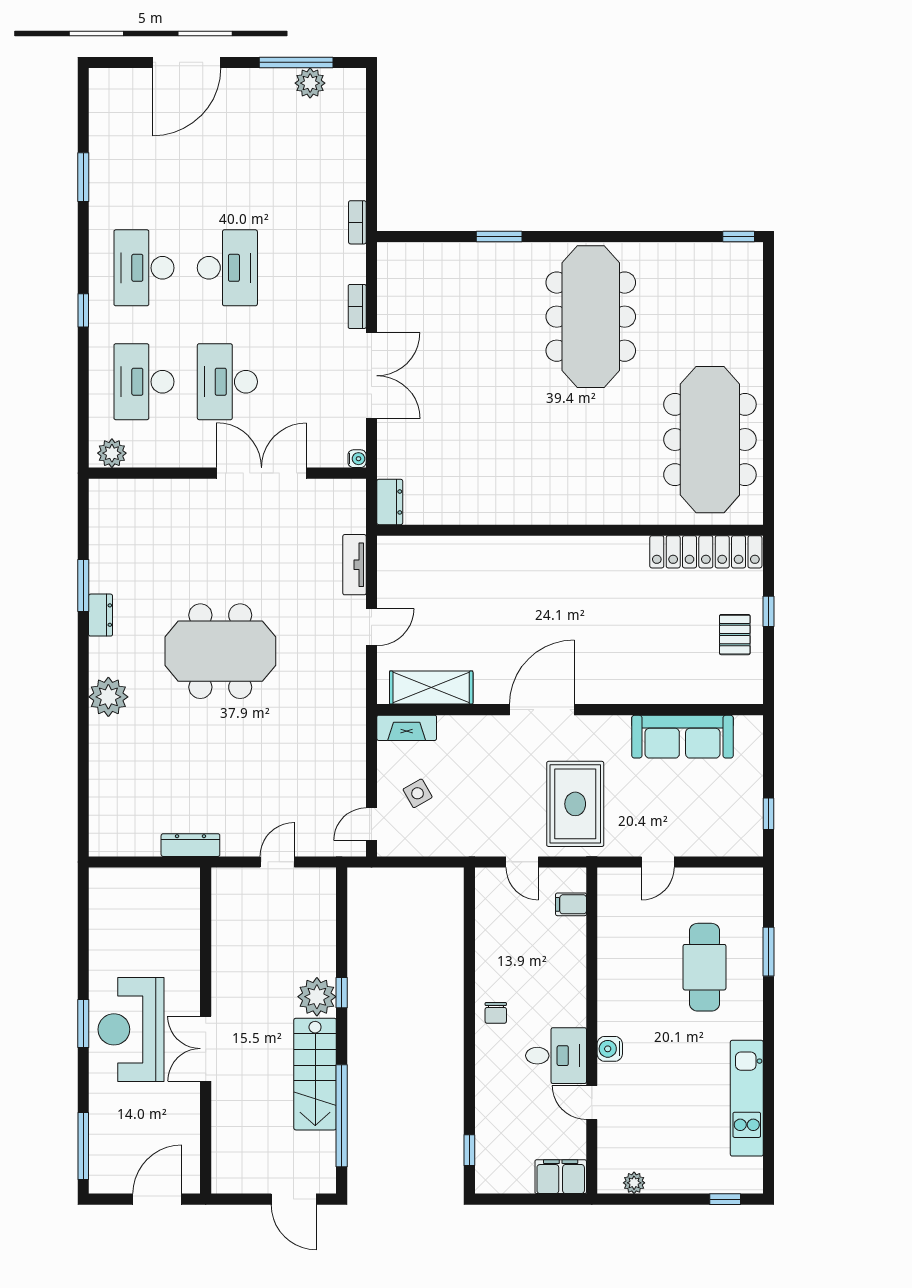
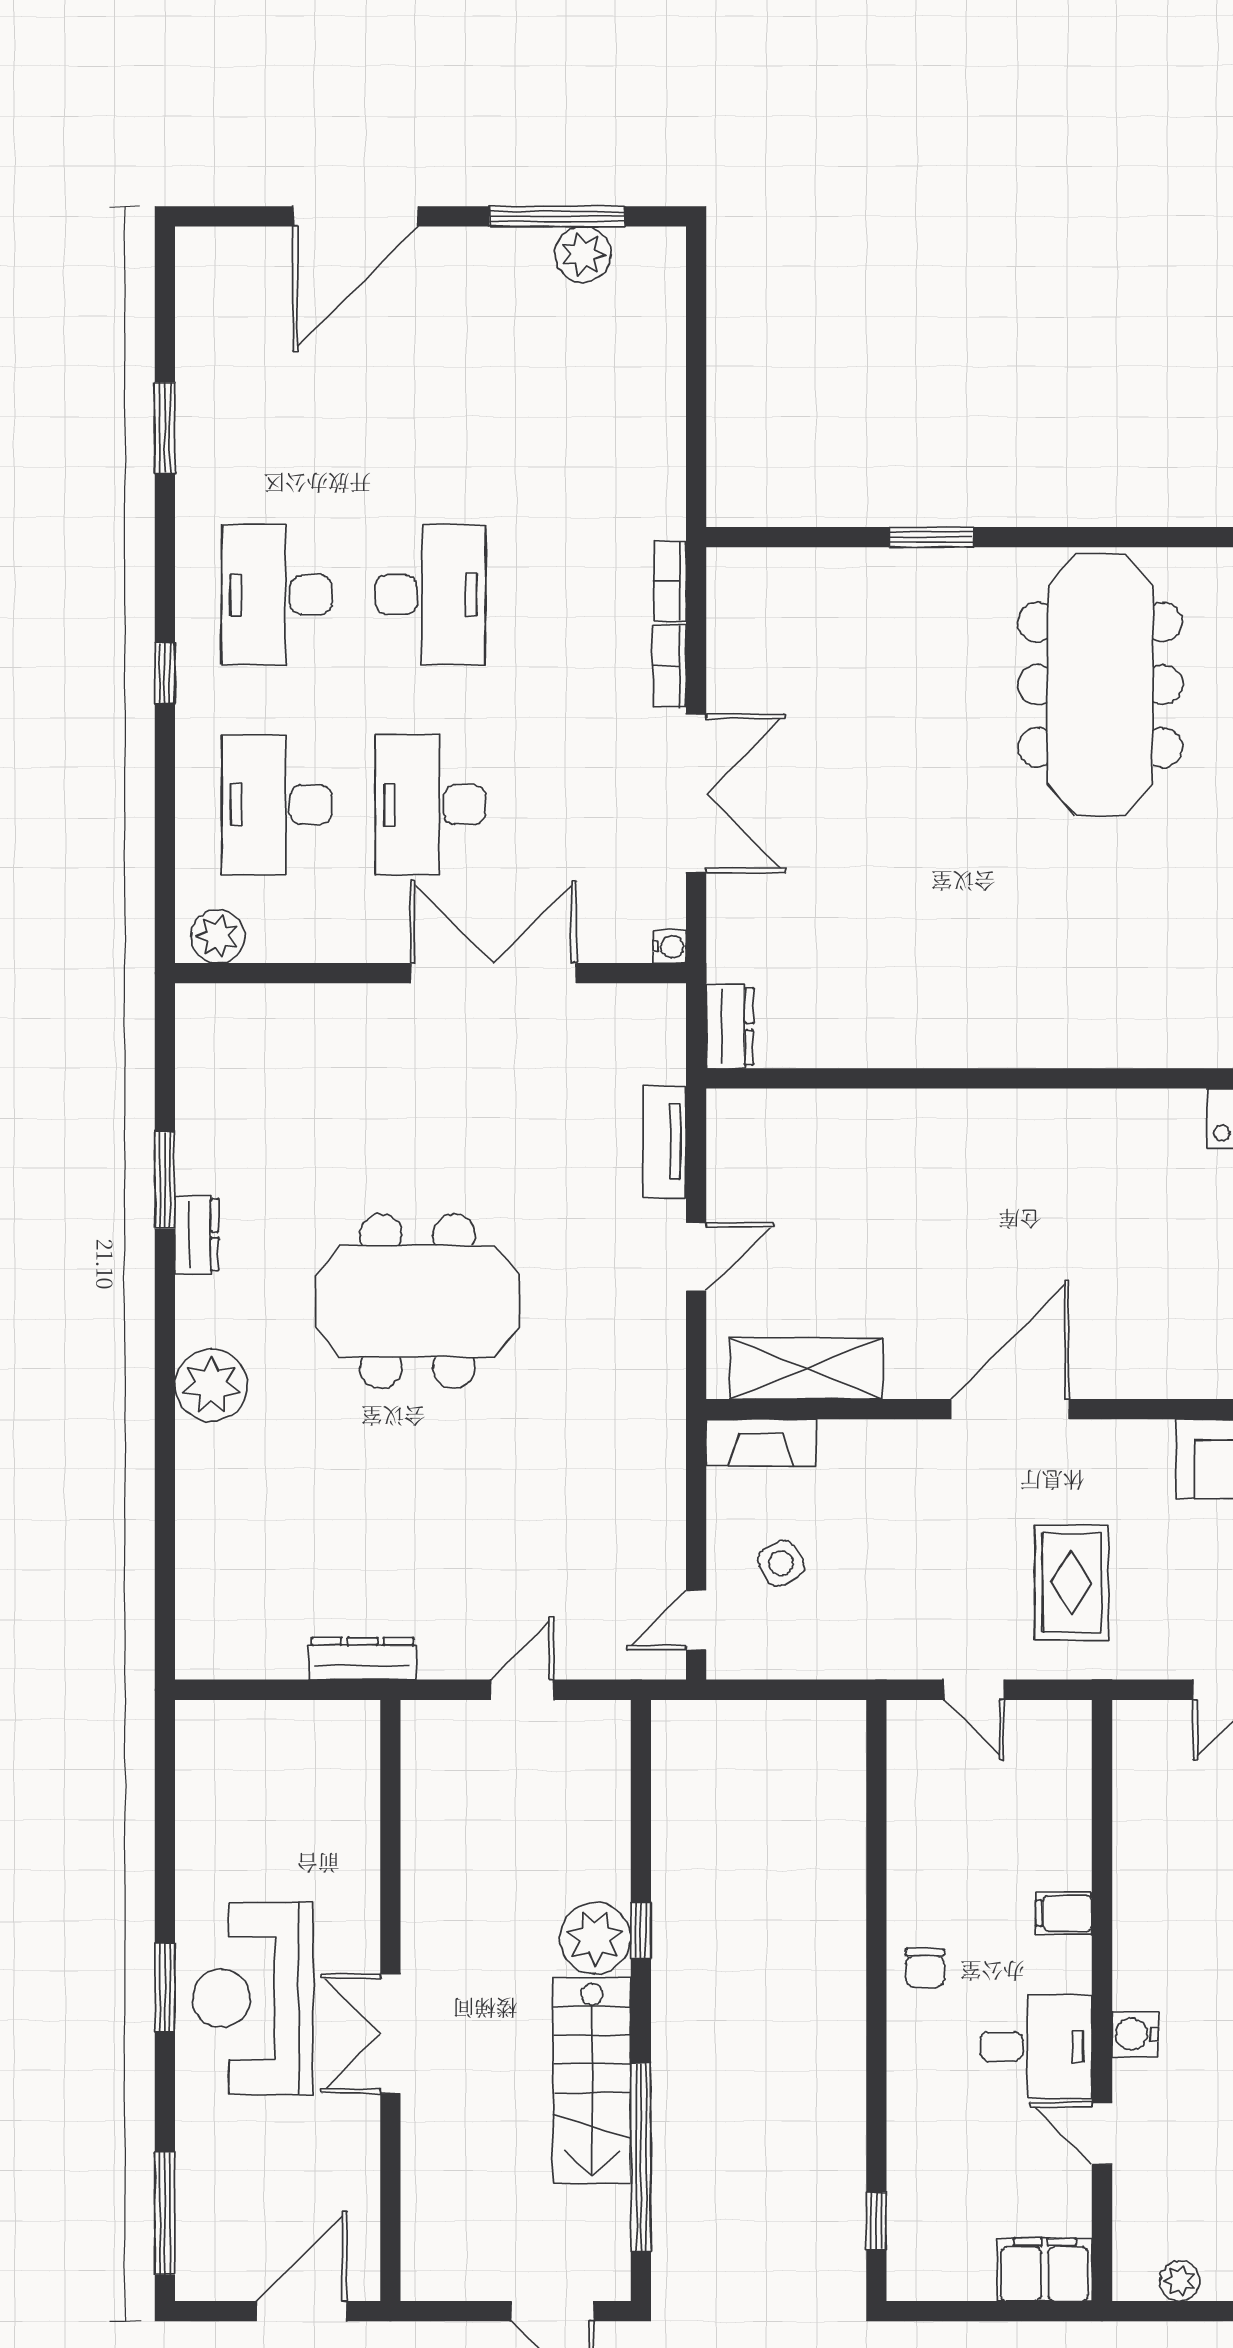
bookcase: (357, 222) -> (670, 581), moved
rug: (575, 804) -> (1072, 1583), width x0.73, depth x0.70
filing cabinet: (571, 904) -> (1064, 1913), moved

